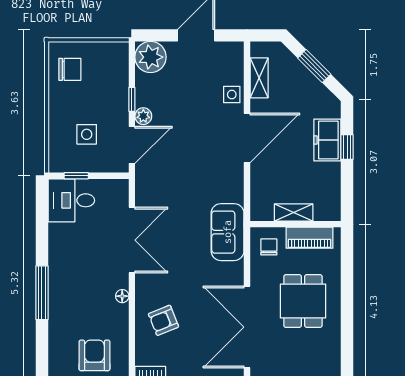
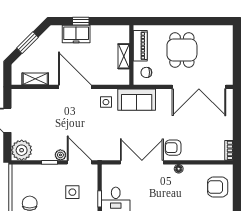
side table: (232, 95) -> (106, 102), moved
dining table: (303, 301) -> (182, 50), turned 90
armchair: (163, 320) -> (173, 148), moved, turned 112

